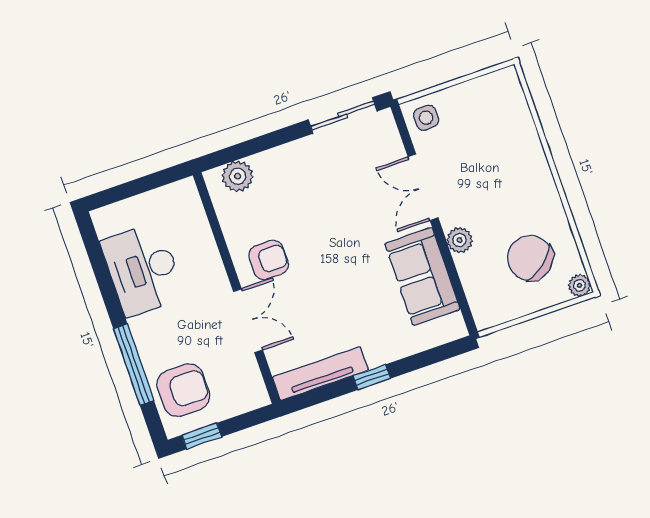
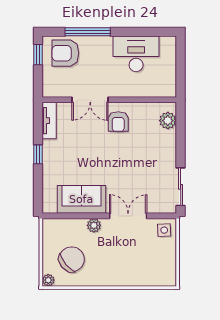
tv unit: (320, 374) -> (49, 121), width x0.71
armchair: (183, 390) -> (65, 53), turned 90

